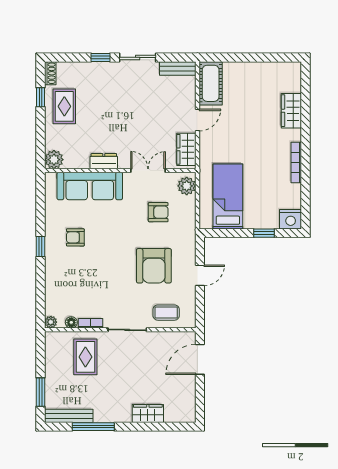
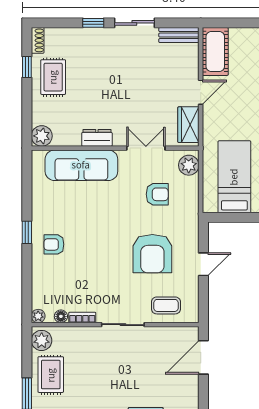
armchair: (75, 237) -> (54, 244), moved
plant: (54, 344) -> (42, 340), added
rug: (85, 357) -> (51, 375), moved

